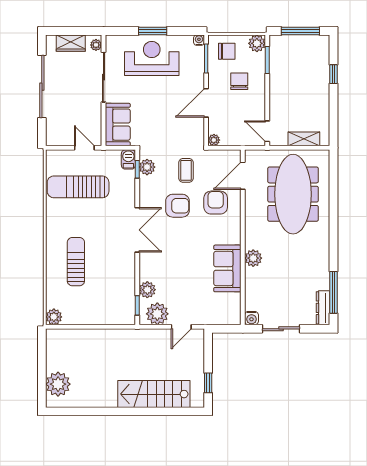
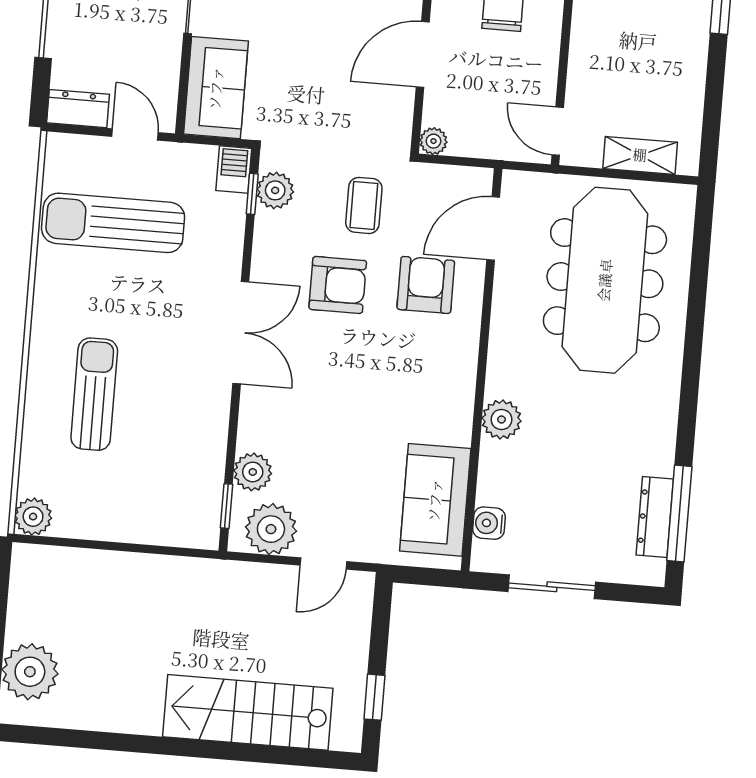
dresser: (59, 139) -> (78, 109), added
sofa: (227, 268) -> (435, 500), moved
dresser: (323, 308) -> (655, 517), moved
water cooler: (251, 318) -> (489, 523), moved, turned 90

